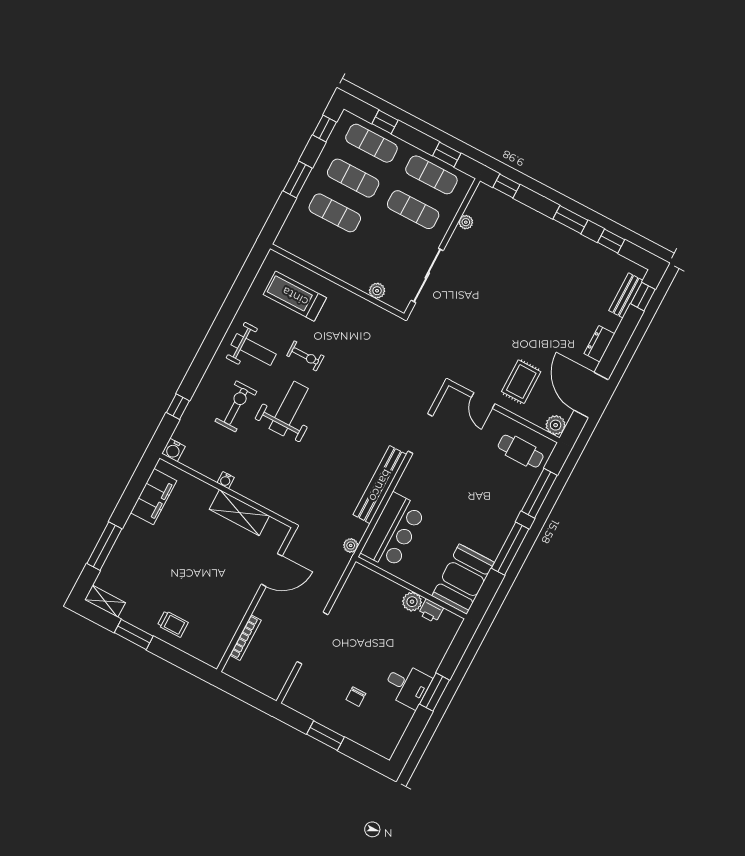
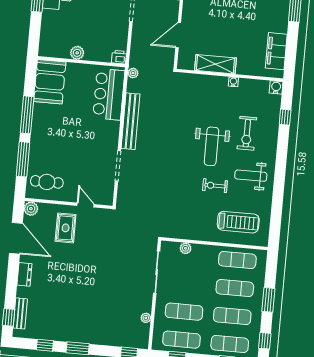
exercise mat: (316, 248) -> (237, 260), added
printer: (431, 611) -> (119, 57), moved

